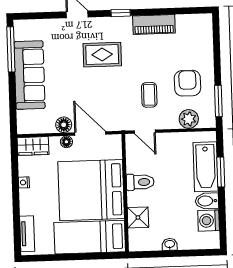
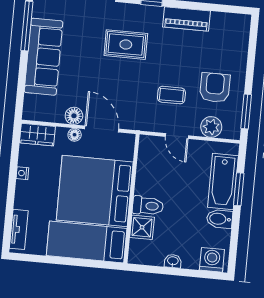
coffee table: (149, 95) -> (171, 95), turned 90
door: (145, 132) -> (177, 136), moved
toilet: (140, 182) -> (148, 206), moved
washing machine: (209, 221) -> (212, 260), moved, turned 90

